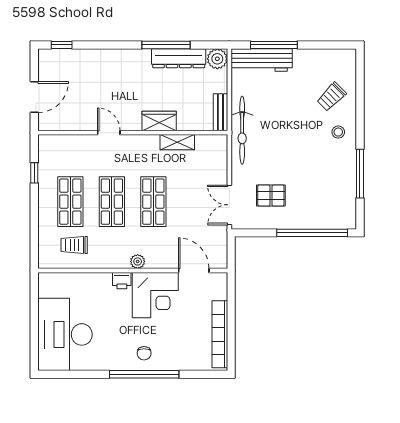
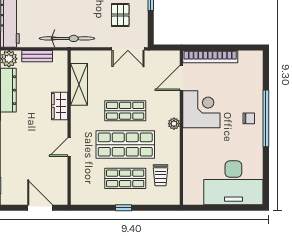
bench: (220, 112) -> (37, 56), moved
shelving: (177, 142) -> (79, 84), width x1.50, depth x1.33
window: (34, 173) -> (124, 208), moved
shop shelf: (112, 202) -> (125, 145), width x1.43, depth x1.36
printer: (122, 281) -> (190, 136), removed
bookcase: (220, 334) -> (210, 57), moved

